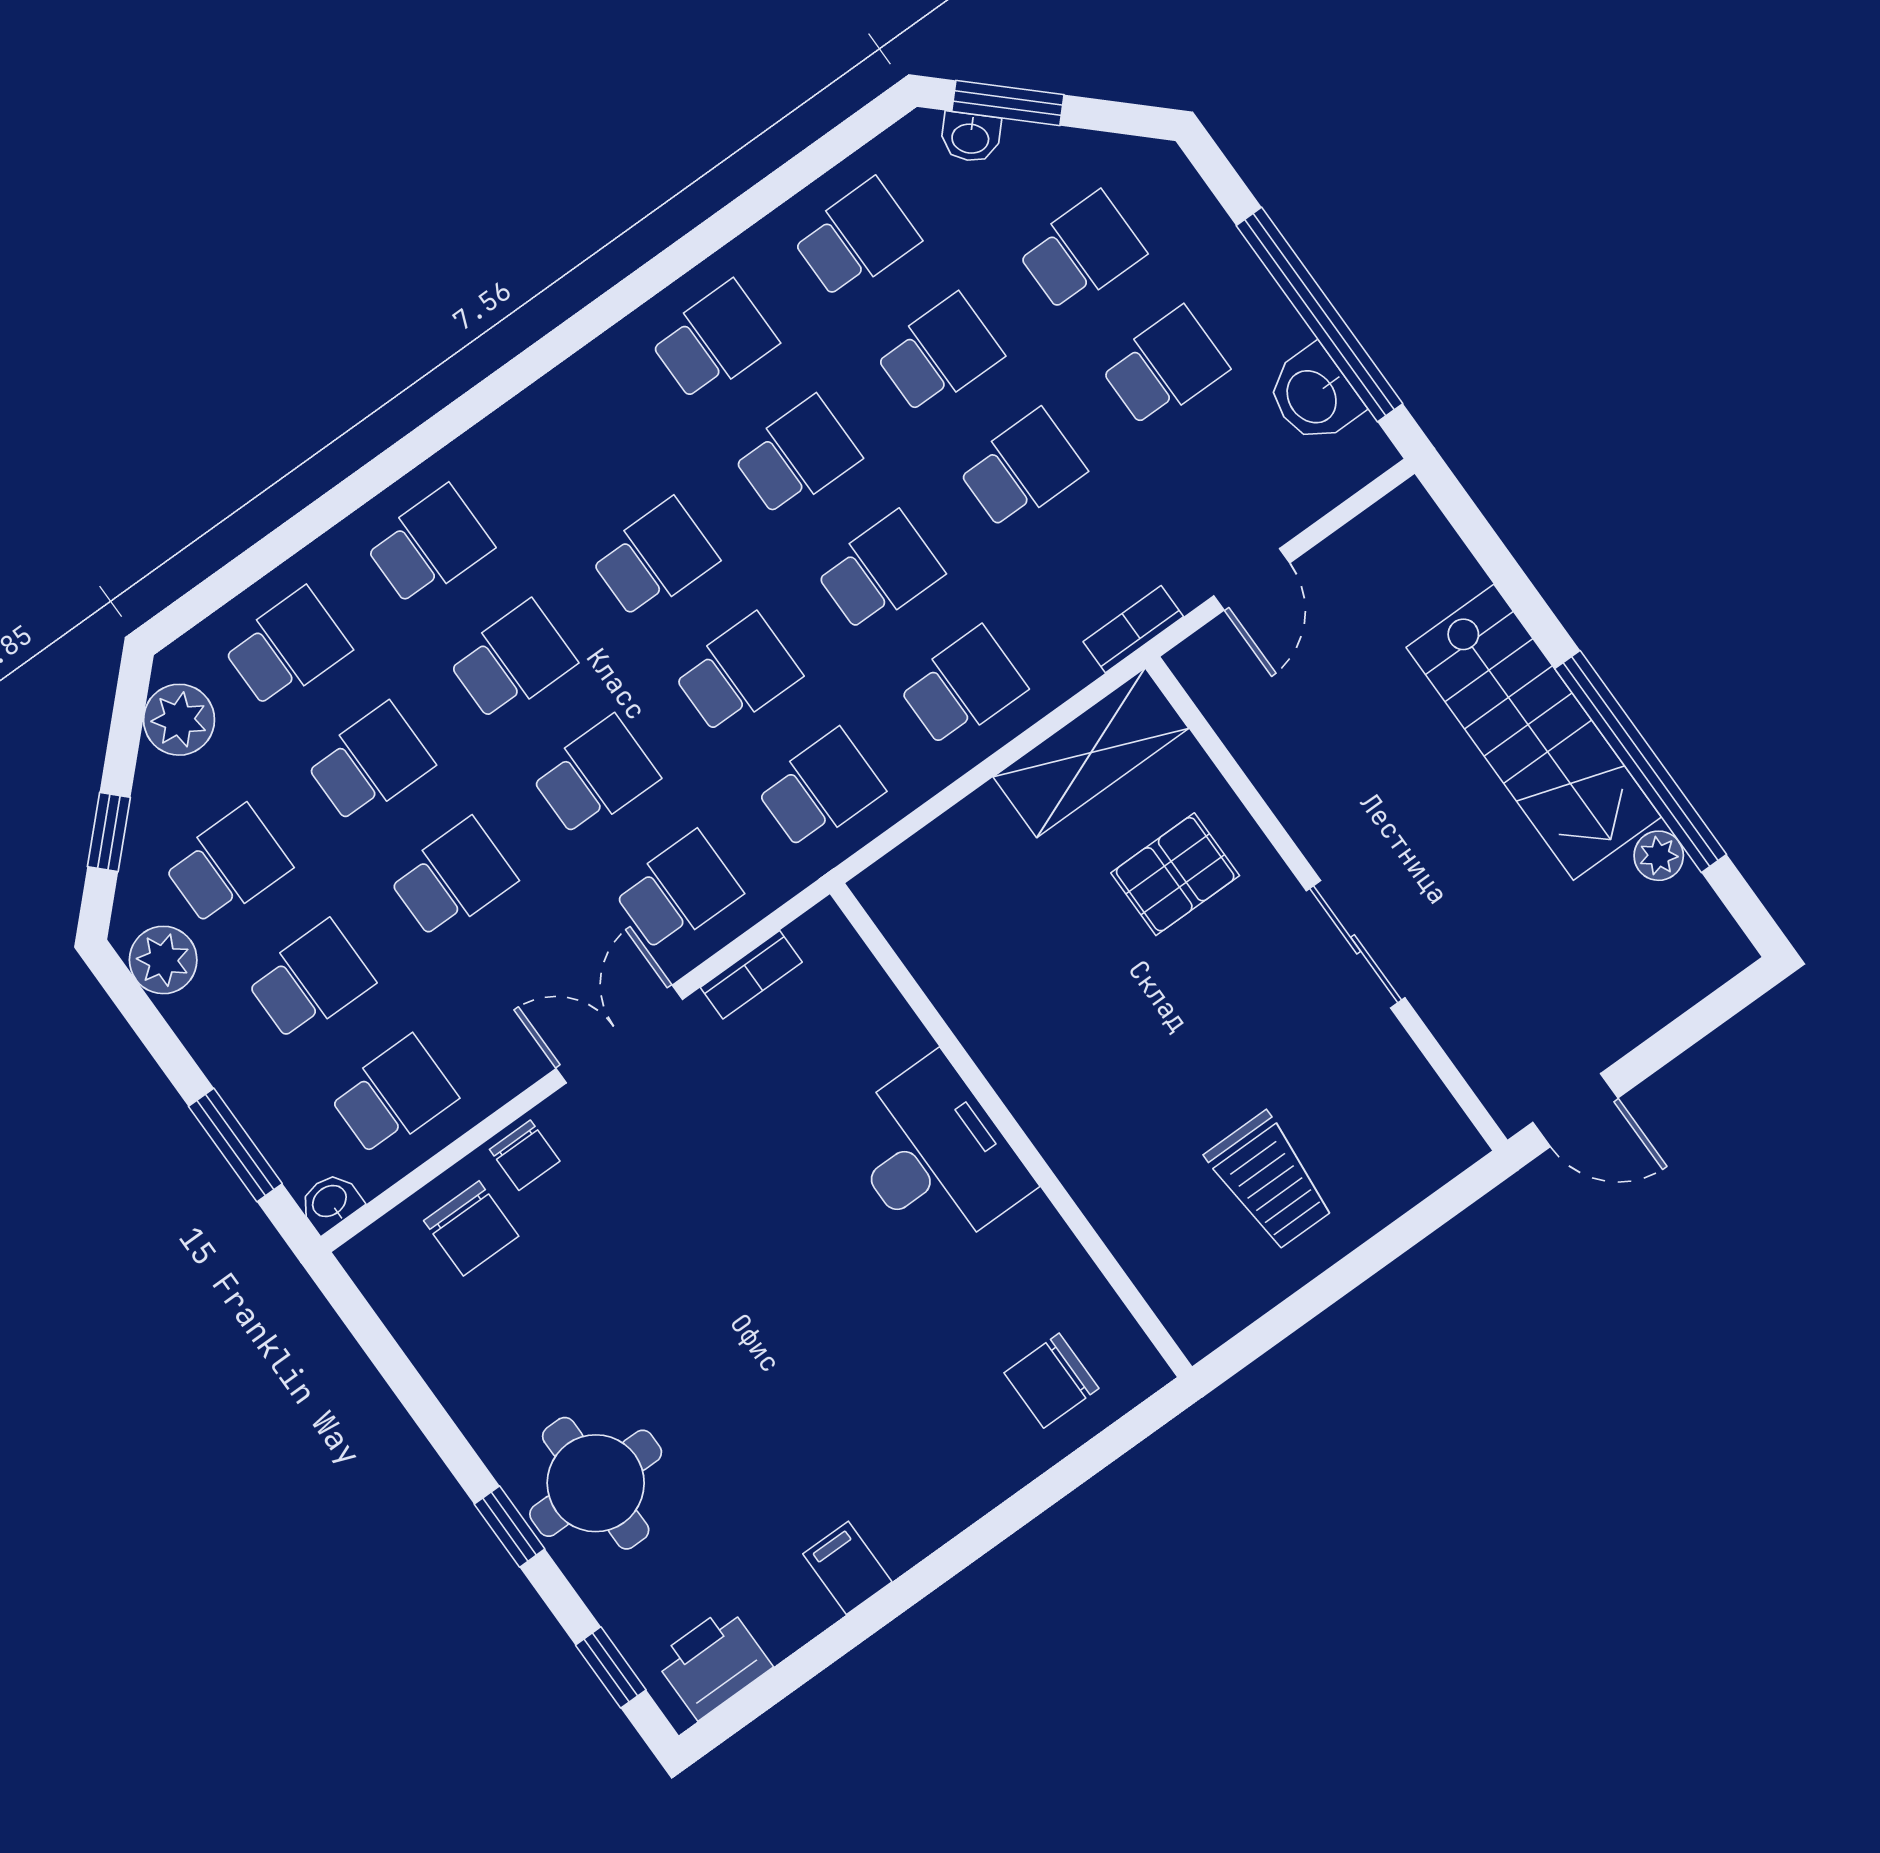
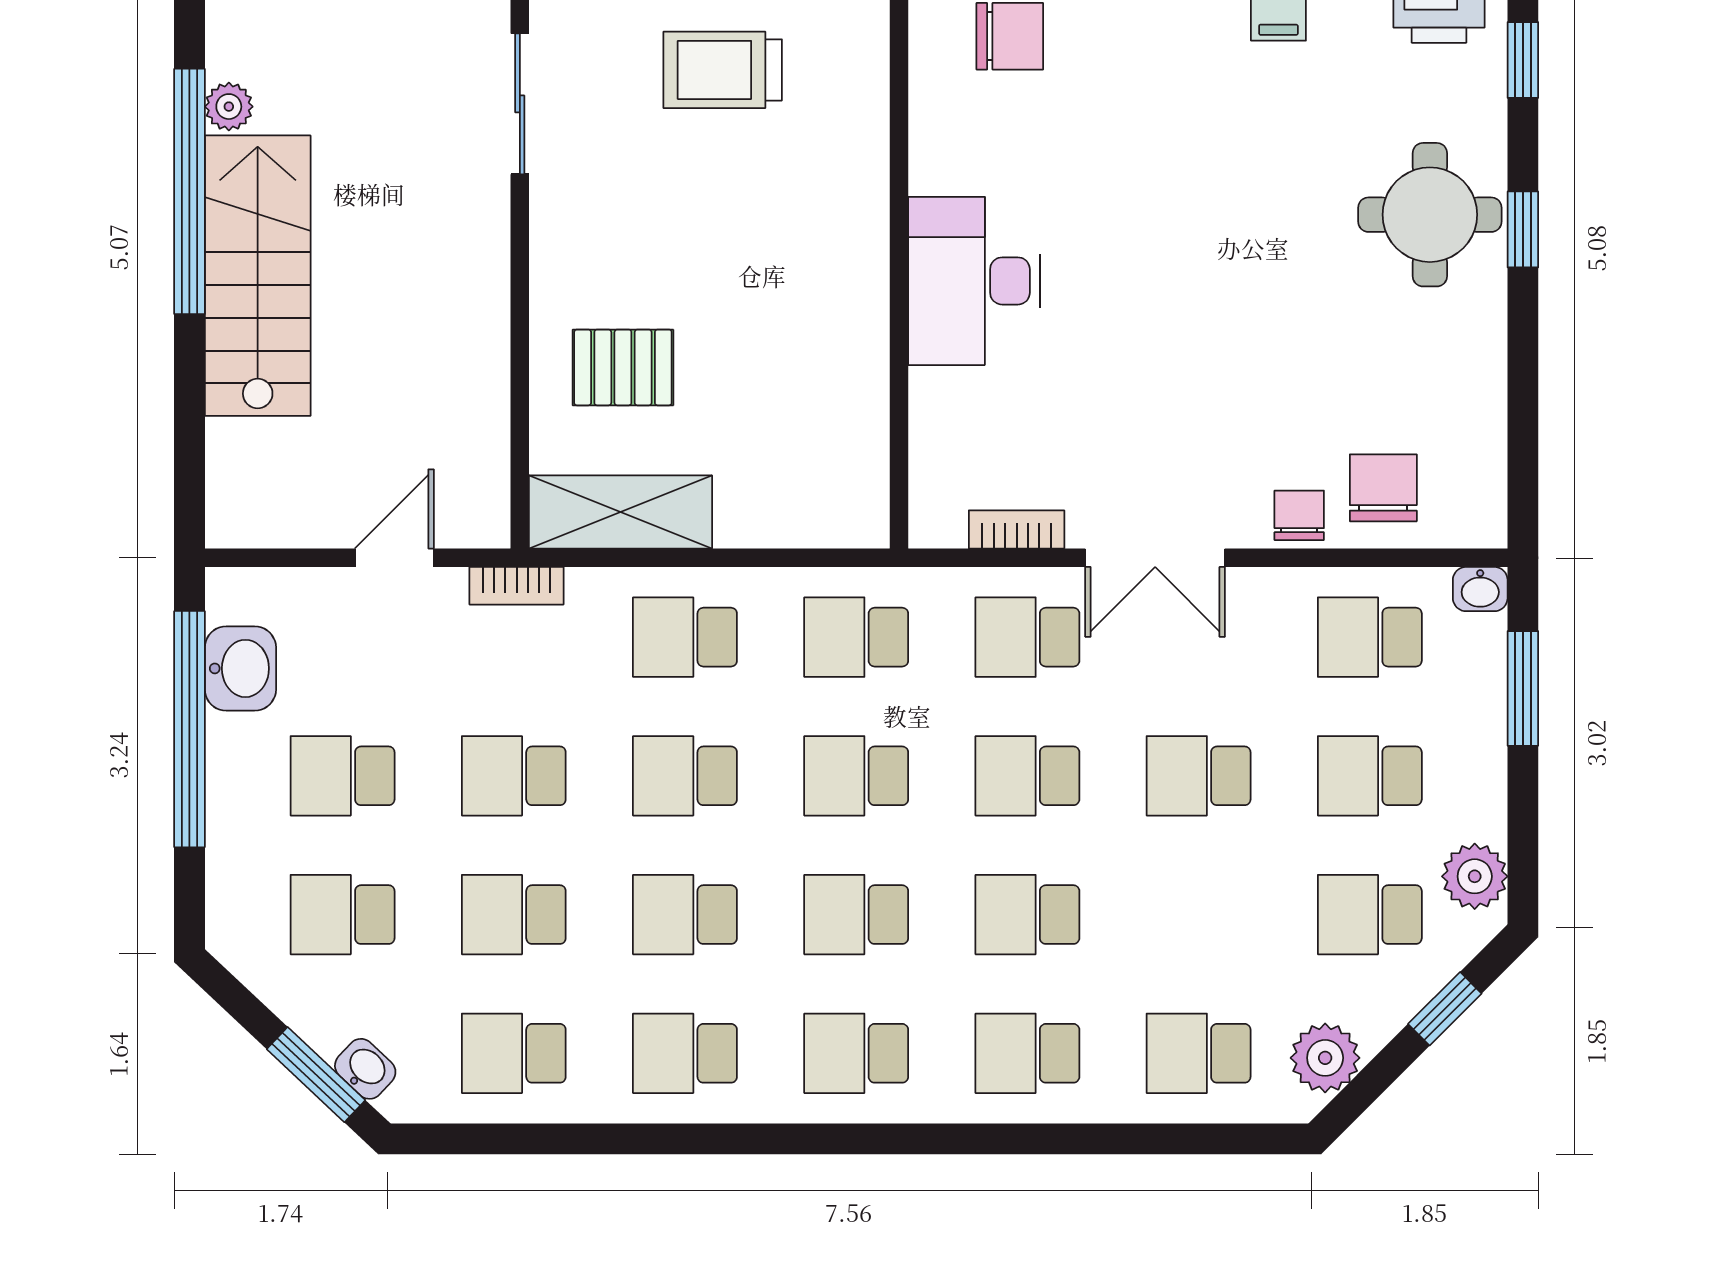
school desk: (370, 763) -> (856, 1053), moved
sliding door: (1356, 944) -> (520, 104), moved
trolley: (1270, 1181) -> (723, 70), turned -90

